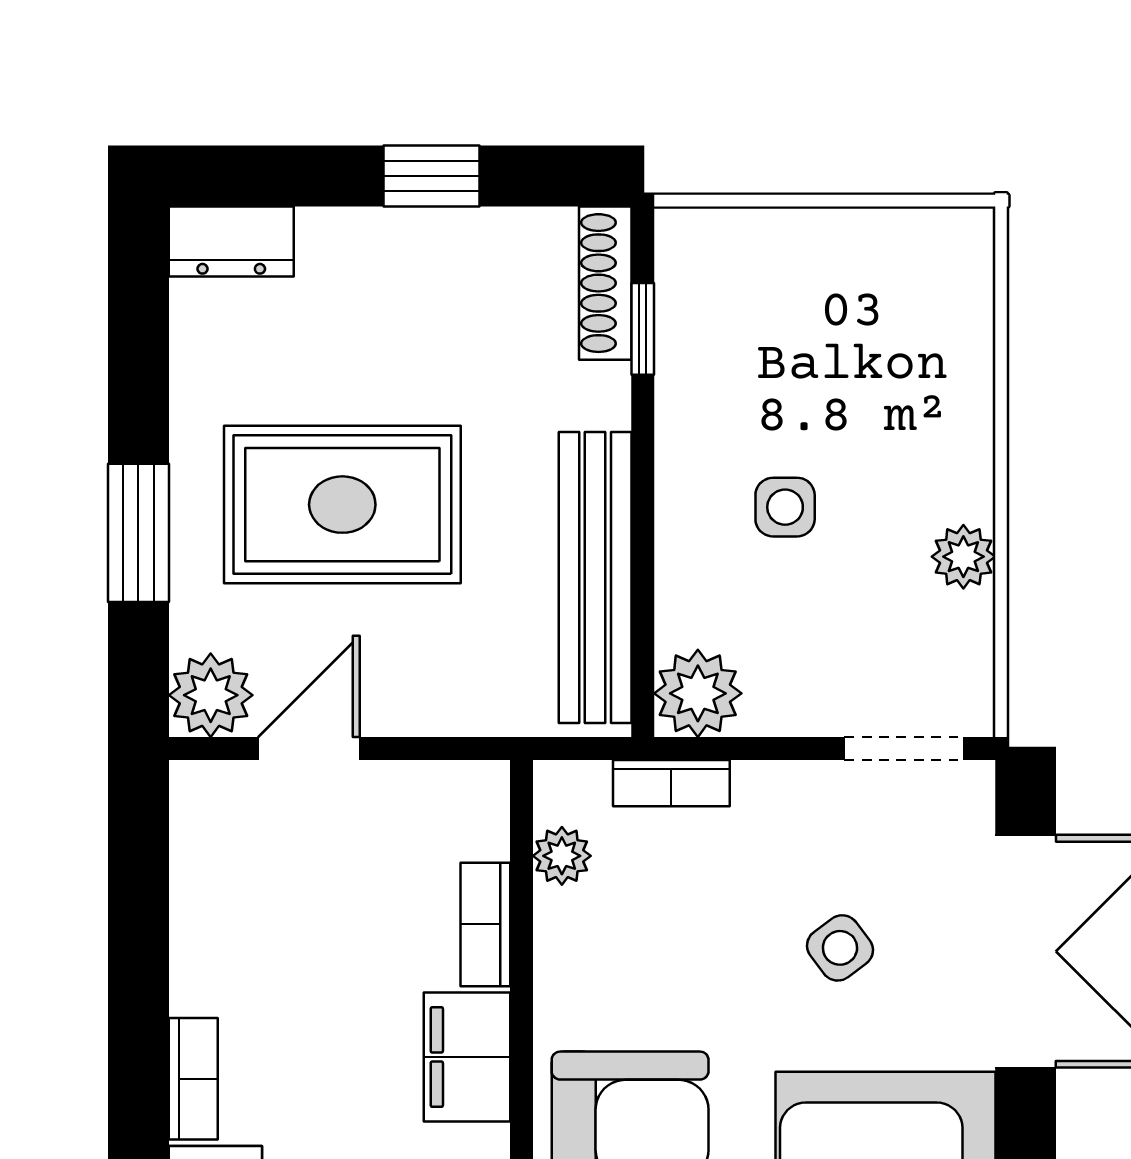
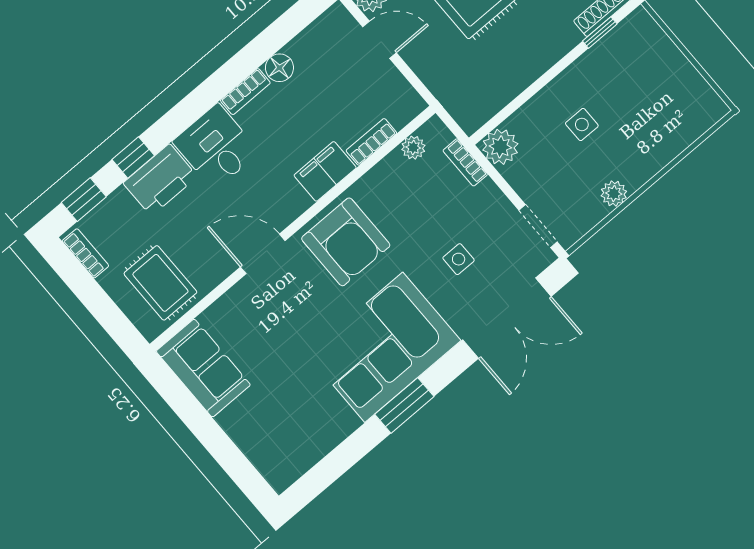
bench: (595, 577) -> (509, 84), removed
side table: (840, 948) -> (459, 259), turned 37
floor lamp: (203, 978) -> (279, 68), added

